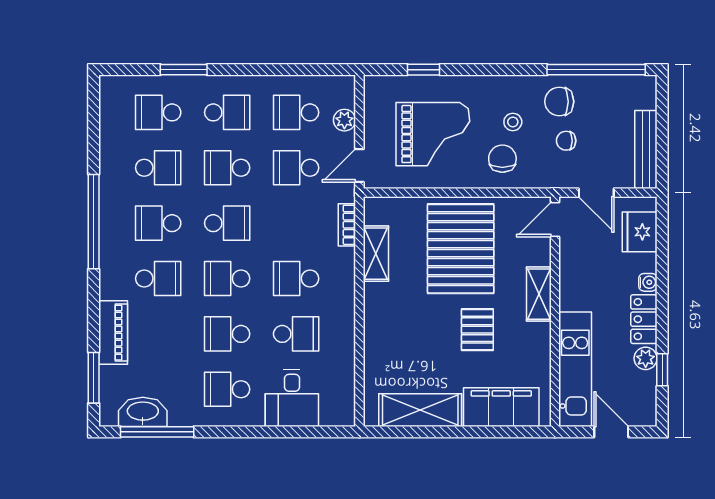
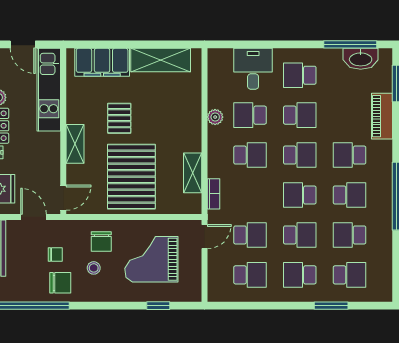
plant: (344, 120) -> (215, 117), moved
school desk: (227, 389) -> (300, 75), turned 180

